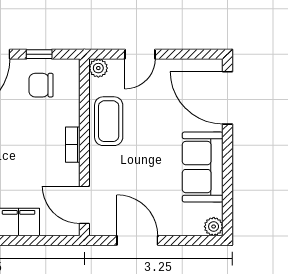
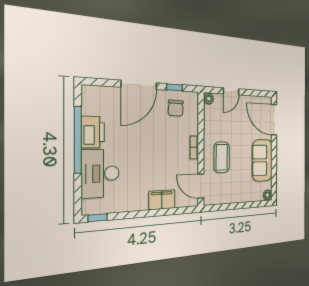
chair: (41, 85) -> (176, 108), turned -88
coffee table: (109, 121) -> (222, 157), moved
door: (137, 240) -> (230, 206), removed

